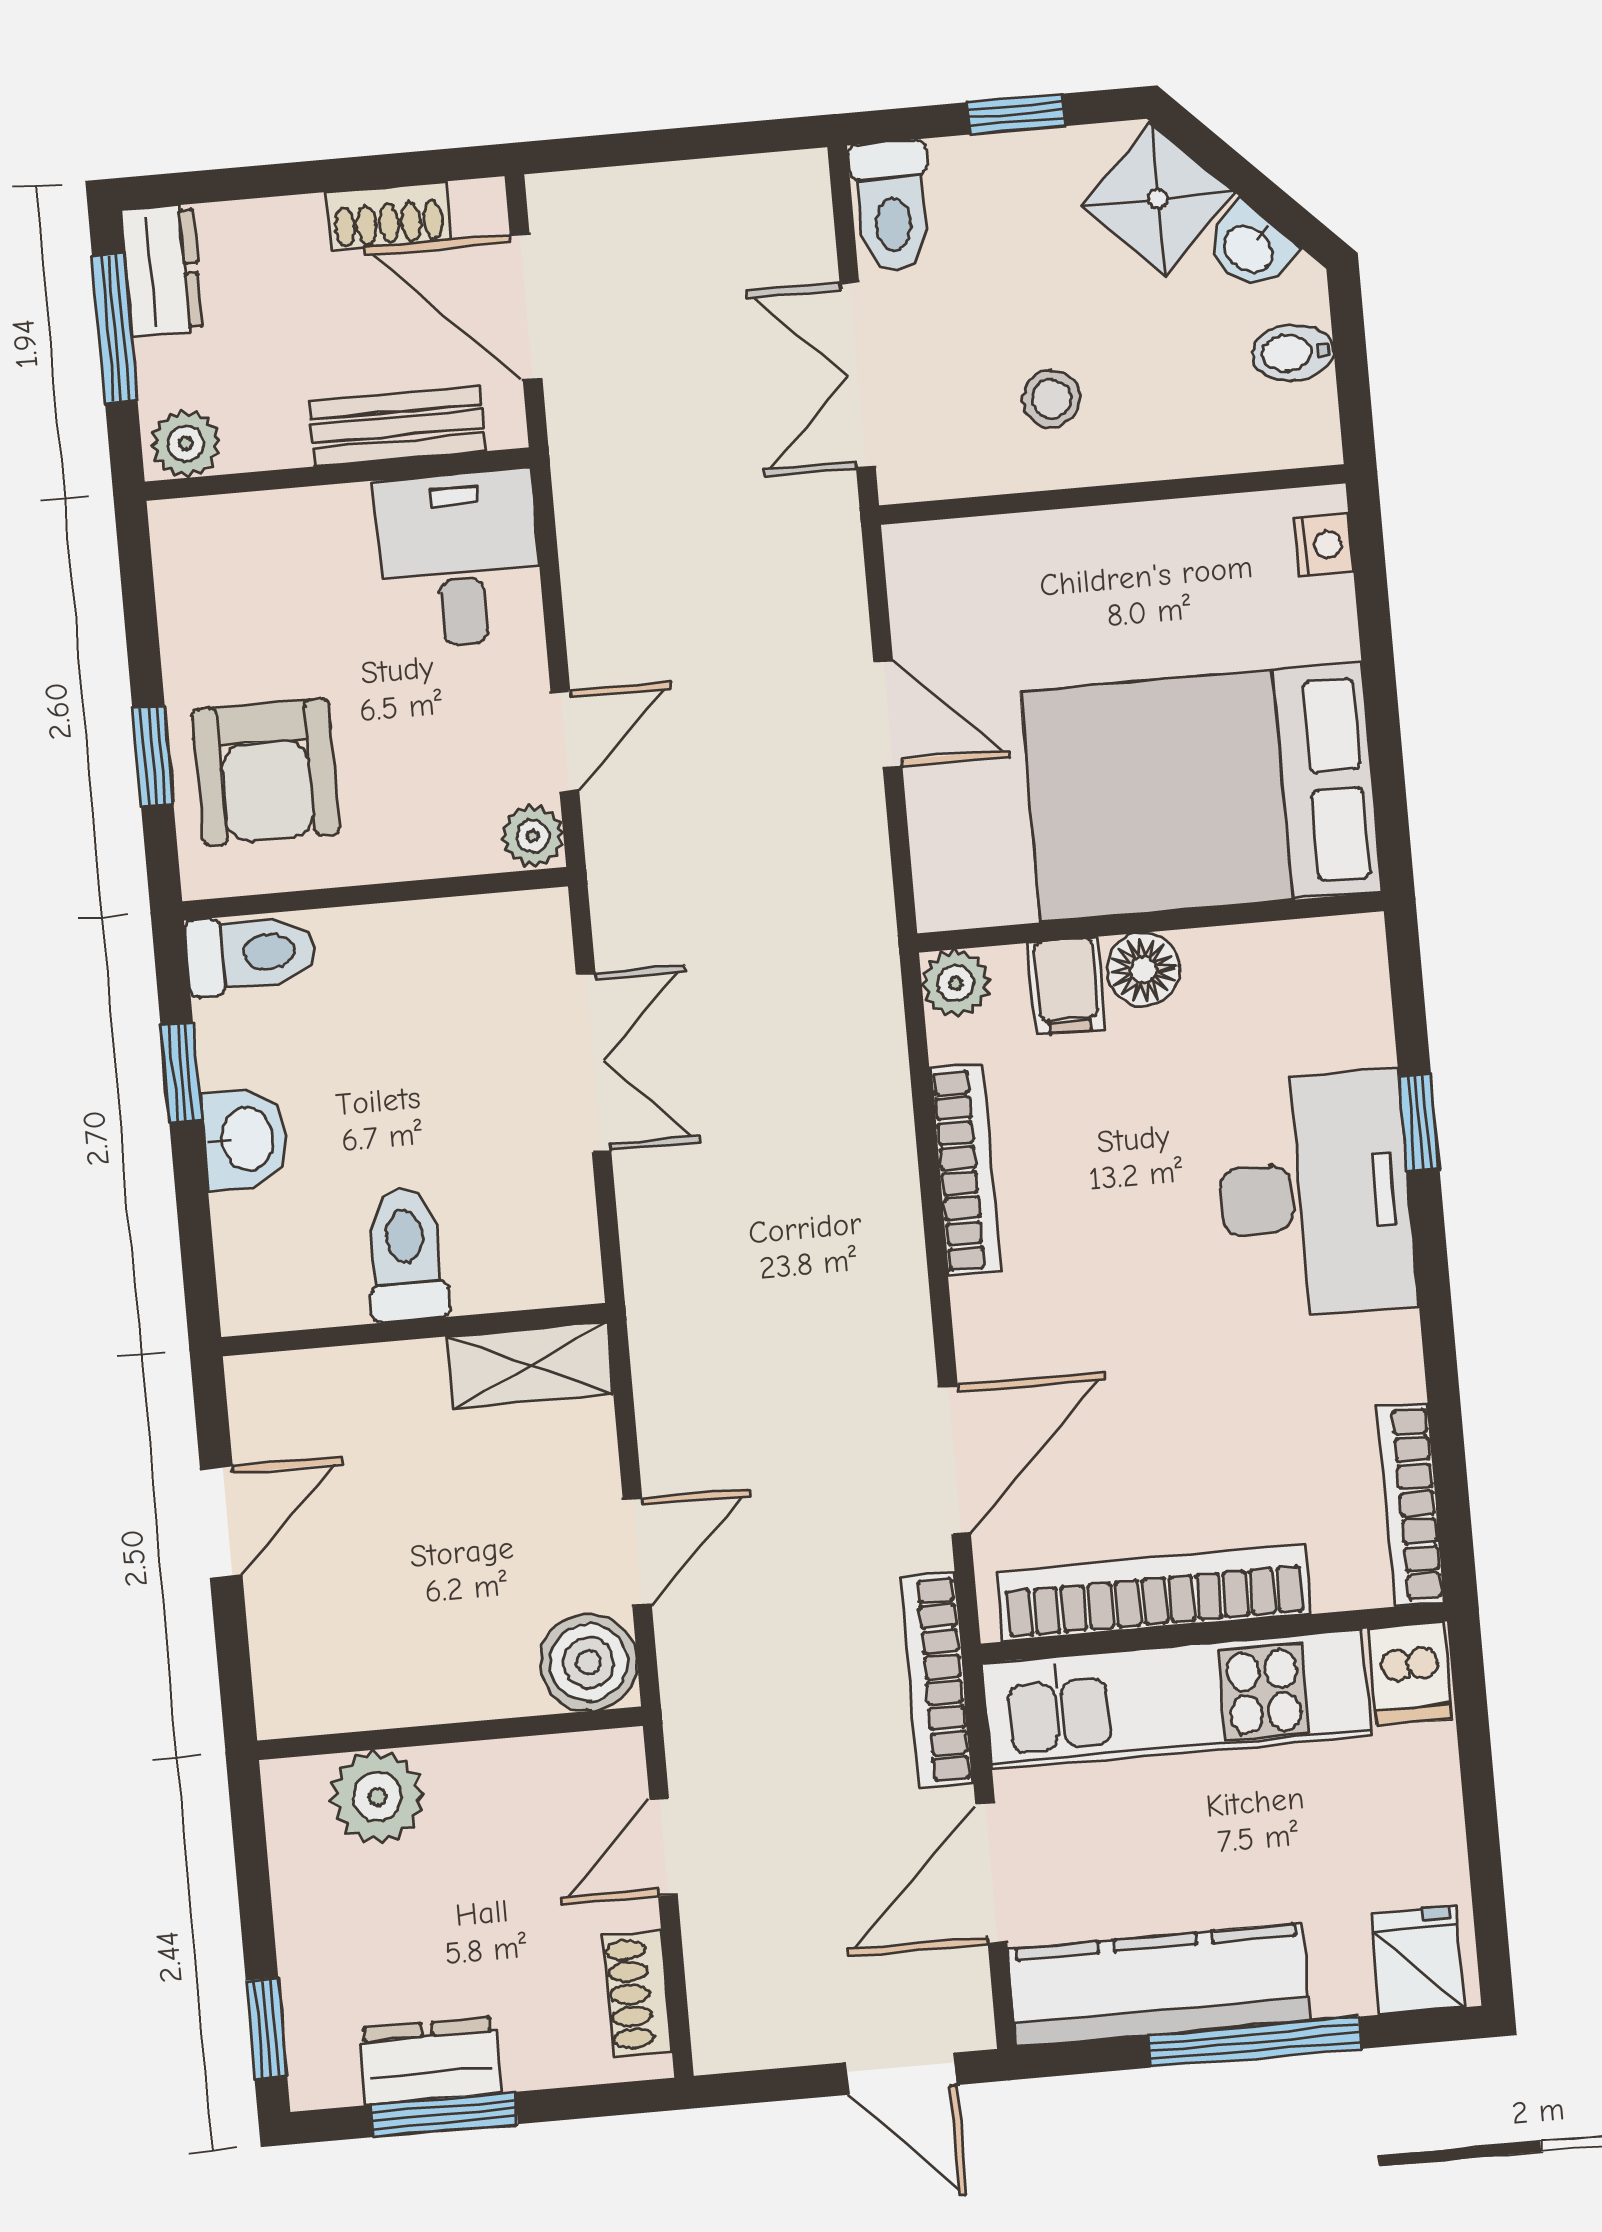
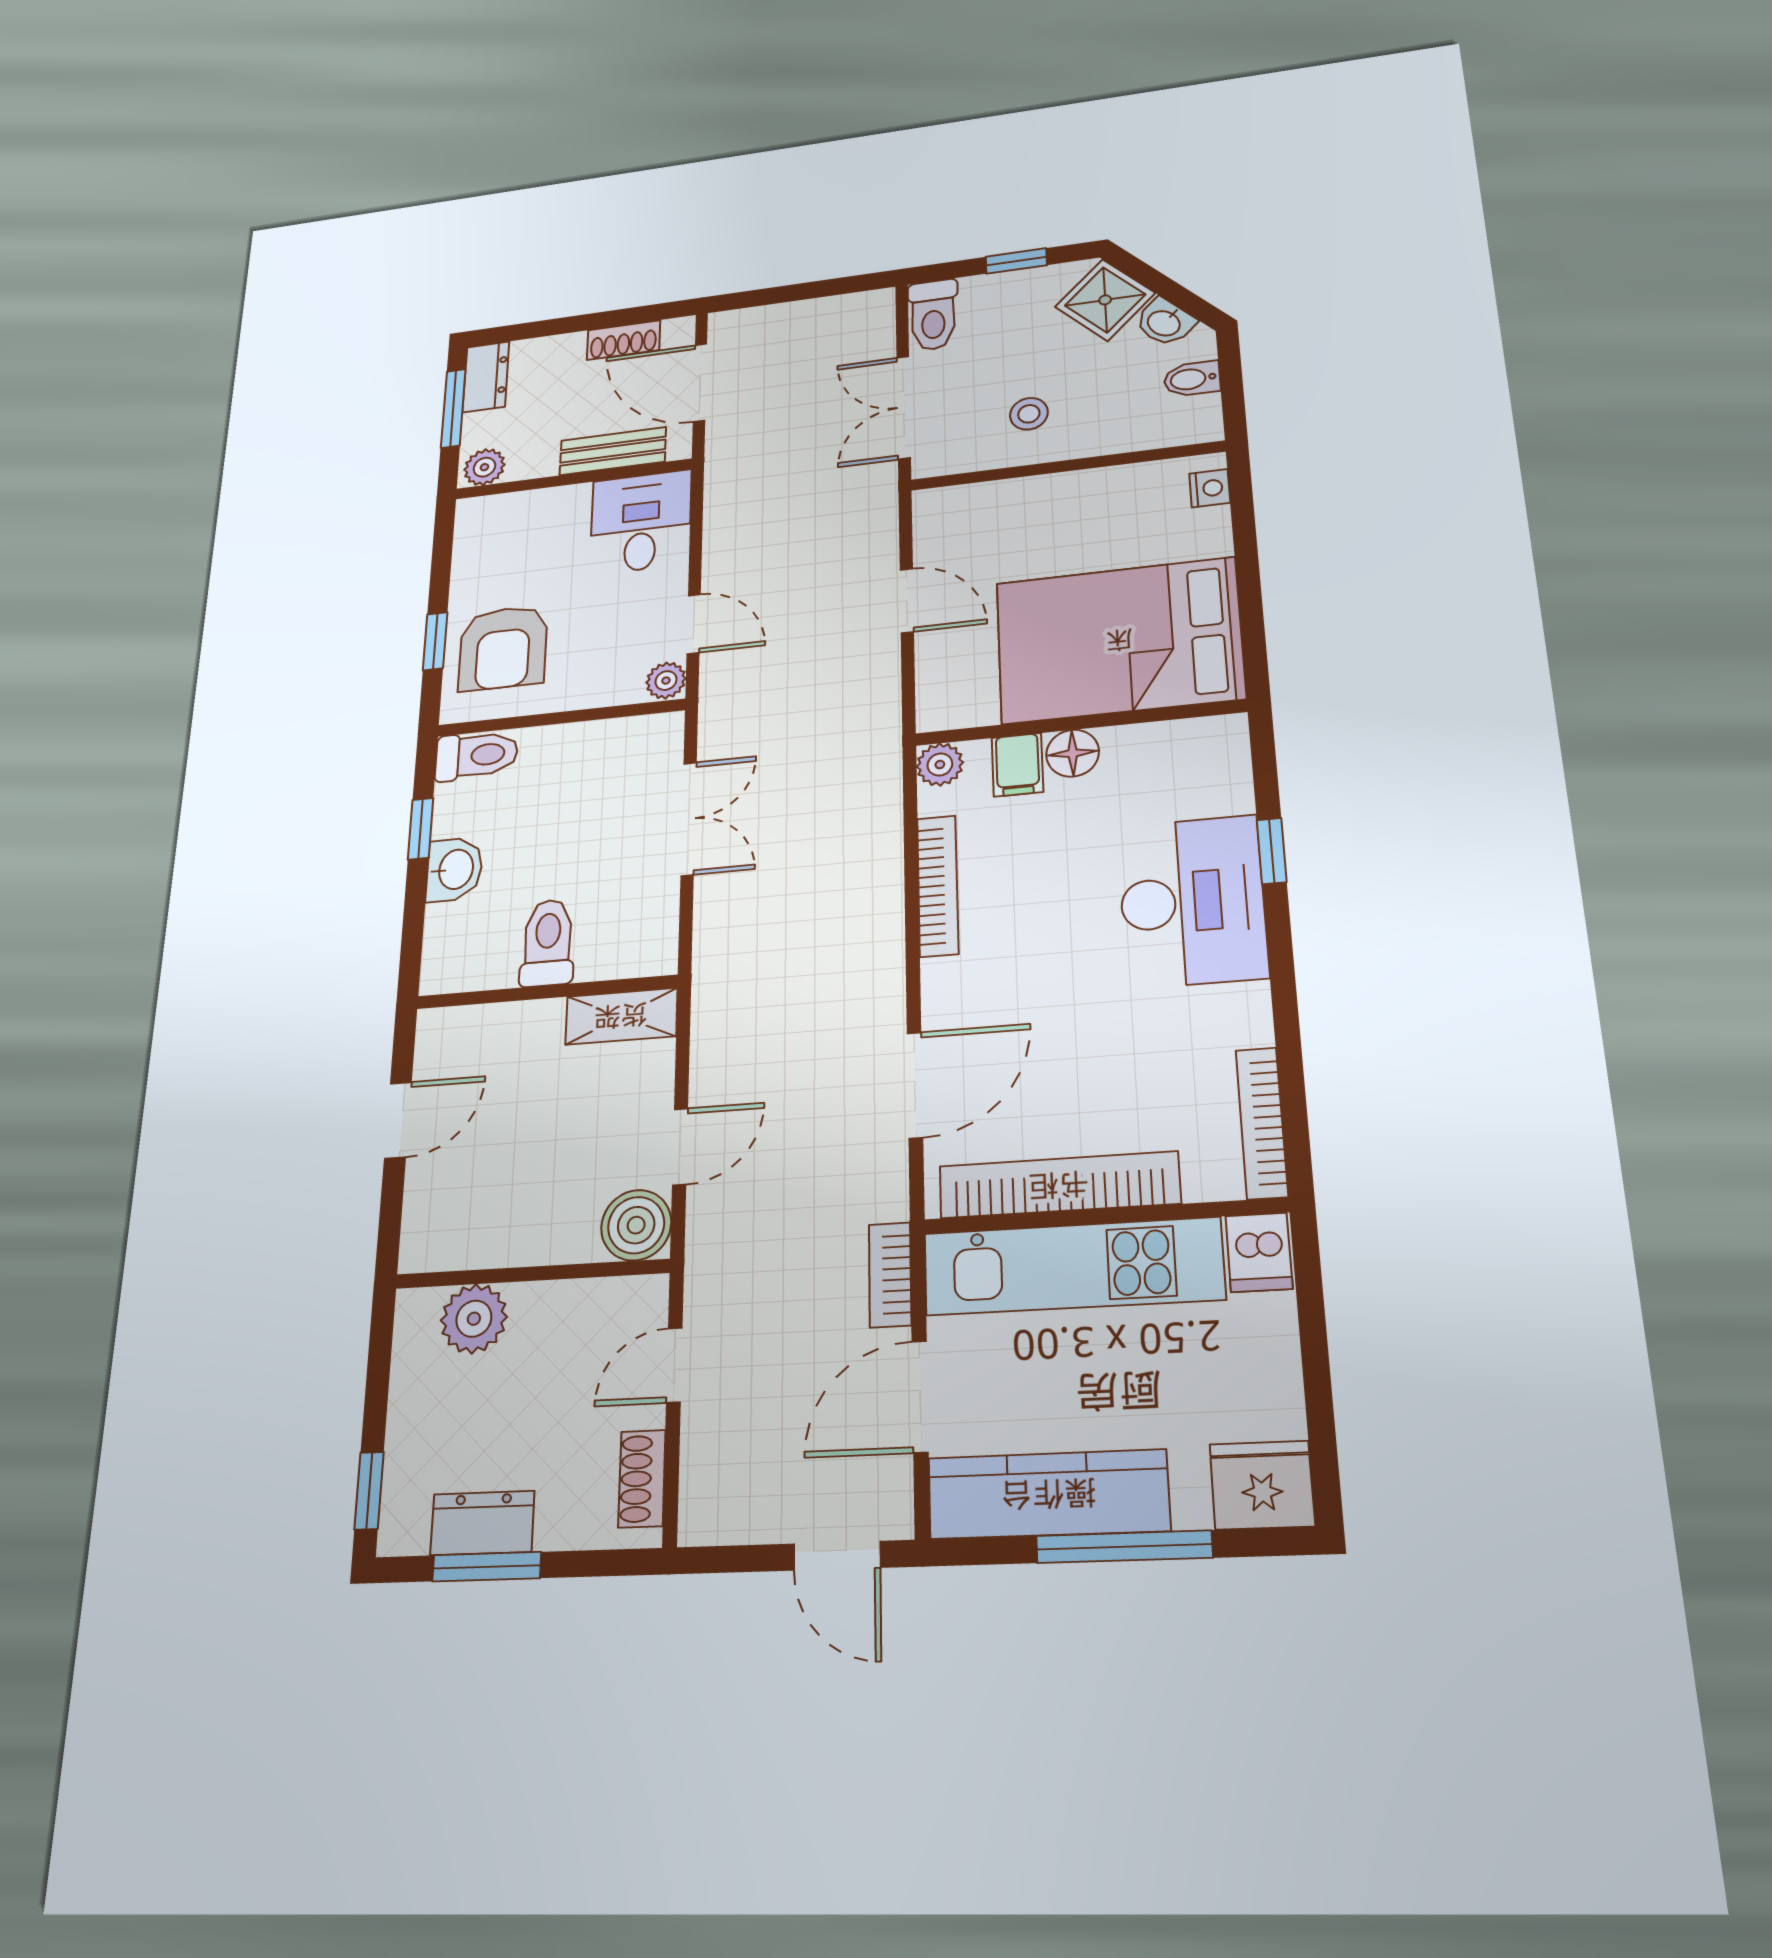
door: (565, 741) -> (694, 624), hinge flipped
bookcase: (937, 1680) -> (890, 1275), width x0.64
fridge: (1418, 1960) -> (1262, 1485), width x1.38

